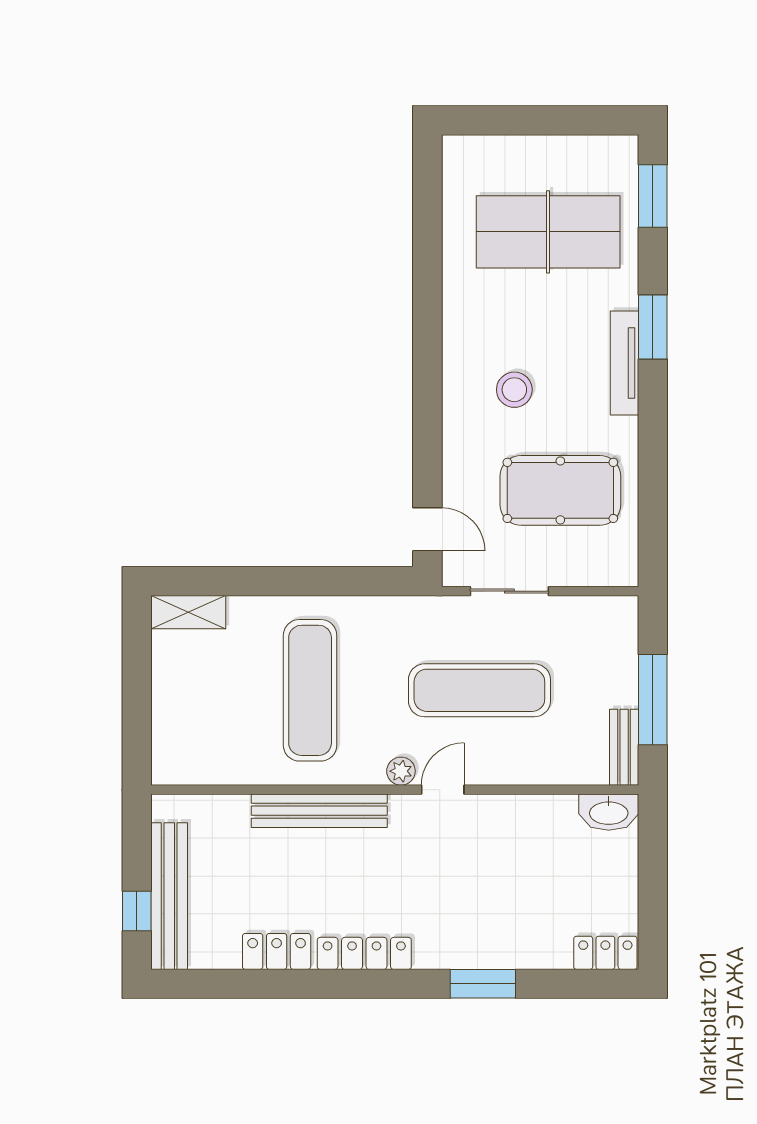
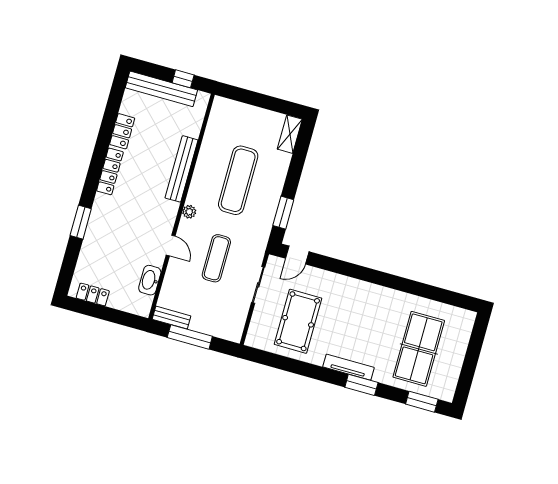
stool: (514, 390) -> (350, 313), removed
window: (350, 581) -> (283, 213), added
exercise mat: (310, 690) -> (238, 180), turned 90
exercise mat: (479, 690) -> (216, 258), width x0.73, depth x0.69
door: (443, 790) -> (171, 246), moved
washbasin: (609, 812) -> (150, 280), moved
window: (137, 911) -> (183, 79), moved
locker: (605, 953) -> (93, 294), moved, turned -90

